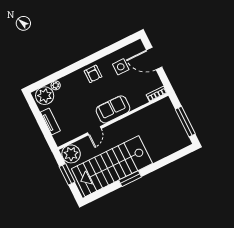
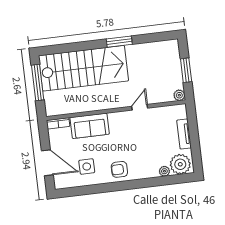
armchair: (93, 74) -> (119, 169), turned -90
sofa: (113, 109) -> (90, 126), moved
plant: (71, 154) -> (179, 95), width x0.53, depth x0.53
stairs: (112, 166) -> (84, 68), moved

